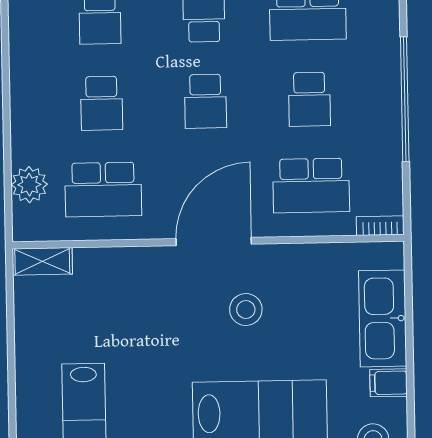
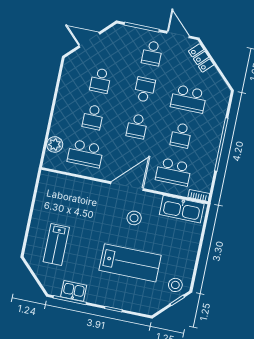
shelving: (42, 261) -> (53, 178), removed
kitchen sink: (383, 318) -> (182, 209), moved, turned -90
filing cabinet: (389, 383) -> (187, 263), removed

